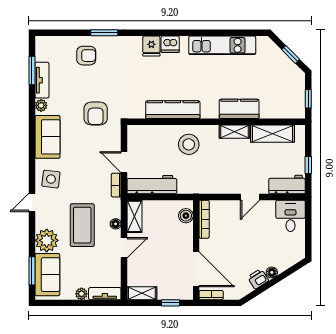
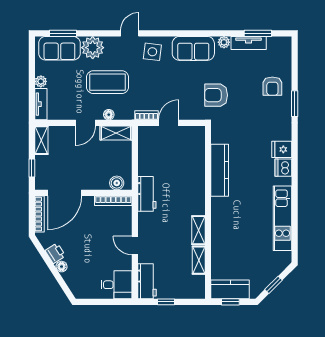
kitchen counter: (239, 109) -> (230, 289), moved, turned -90
shelving: (273, 134) -> (199, 260), width x0.67, depth x0.75
stool: (189, 144) -> (186, 186), removed
workbench: (152, 185) -> (147, 194), moved, width x0.73
door: (32, 202) -> (130, 33), hinge flipped
door: (124, 248) -> (86, 123), hinge flipped
bookcase: (211, 295) -> (40, 214), width x1.56

